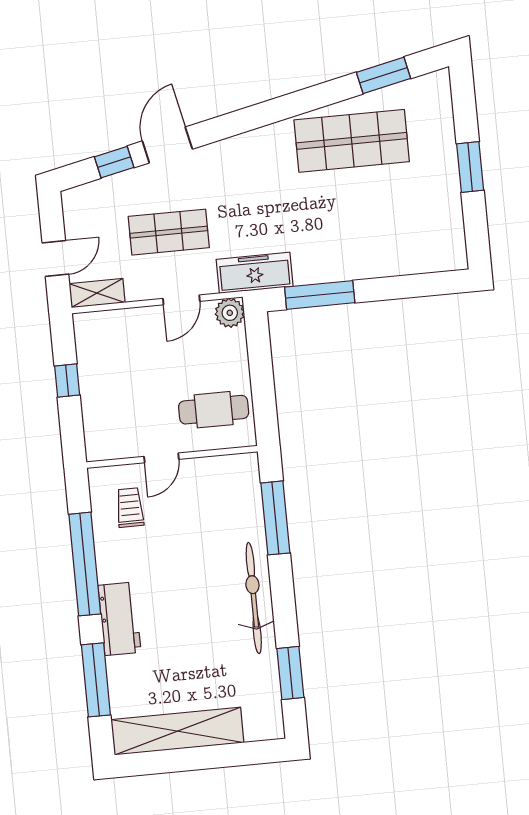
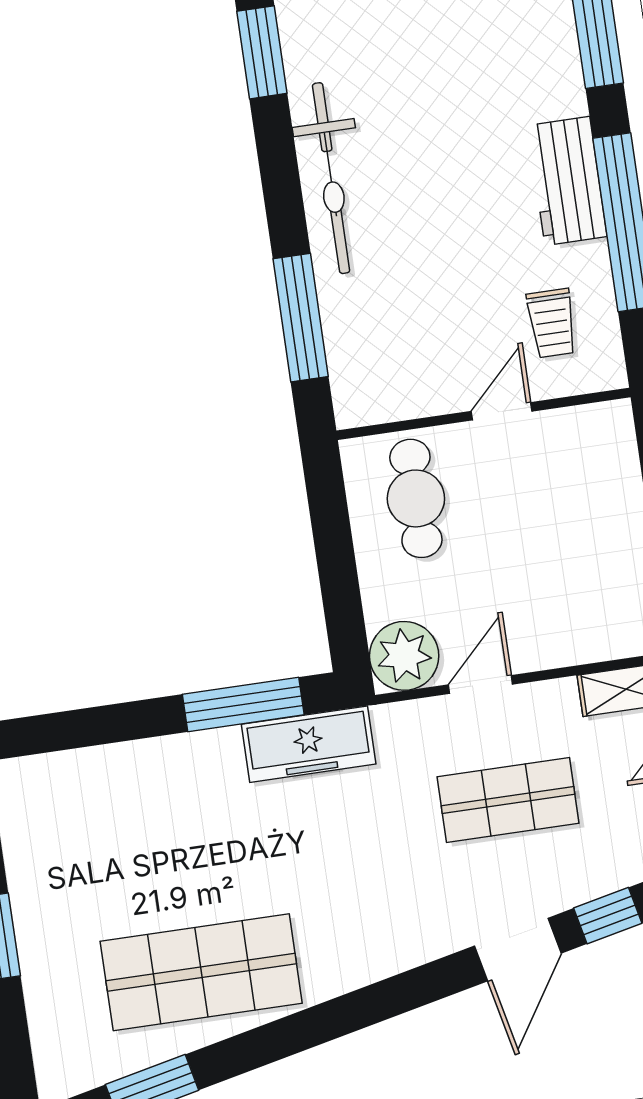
freezer: (255, 273) -> (309, 744), moved
plant: (230, 313) -> (404, 656), width x1.36, depth x1.36
cafe table: (214, 410) -> (416, 498), turned 90
workbench: (120, 619) -> (567, 181), moved

